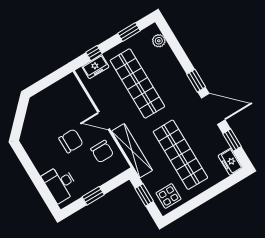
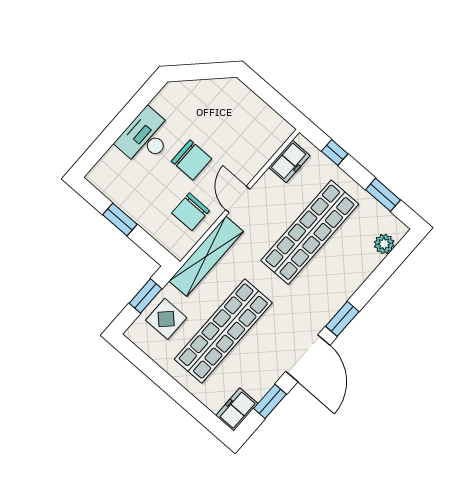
freezer: (95, 67) -> (289, 161), moved, turned -90
desk: (60, 184) -> (146, 137), moved
display table: (168, 196) -> (166, 319), moved

